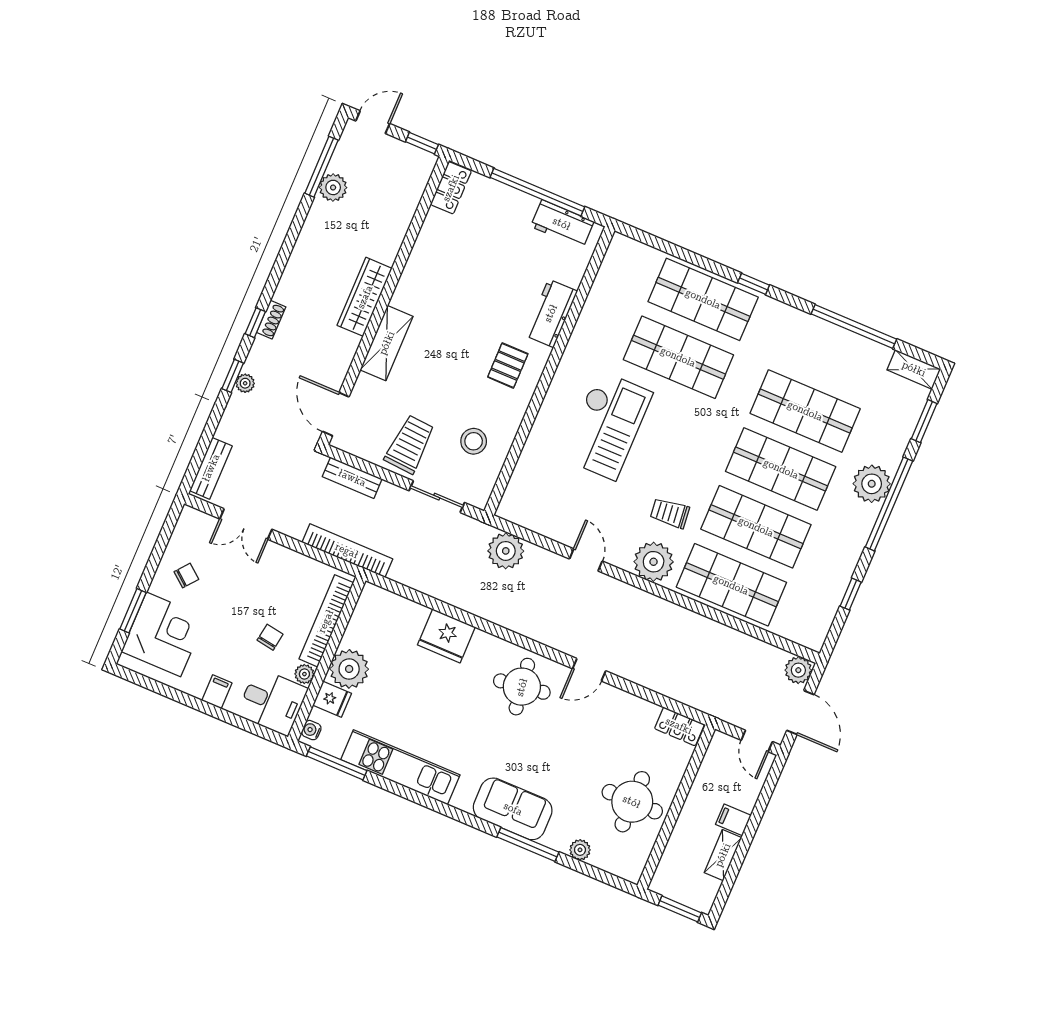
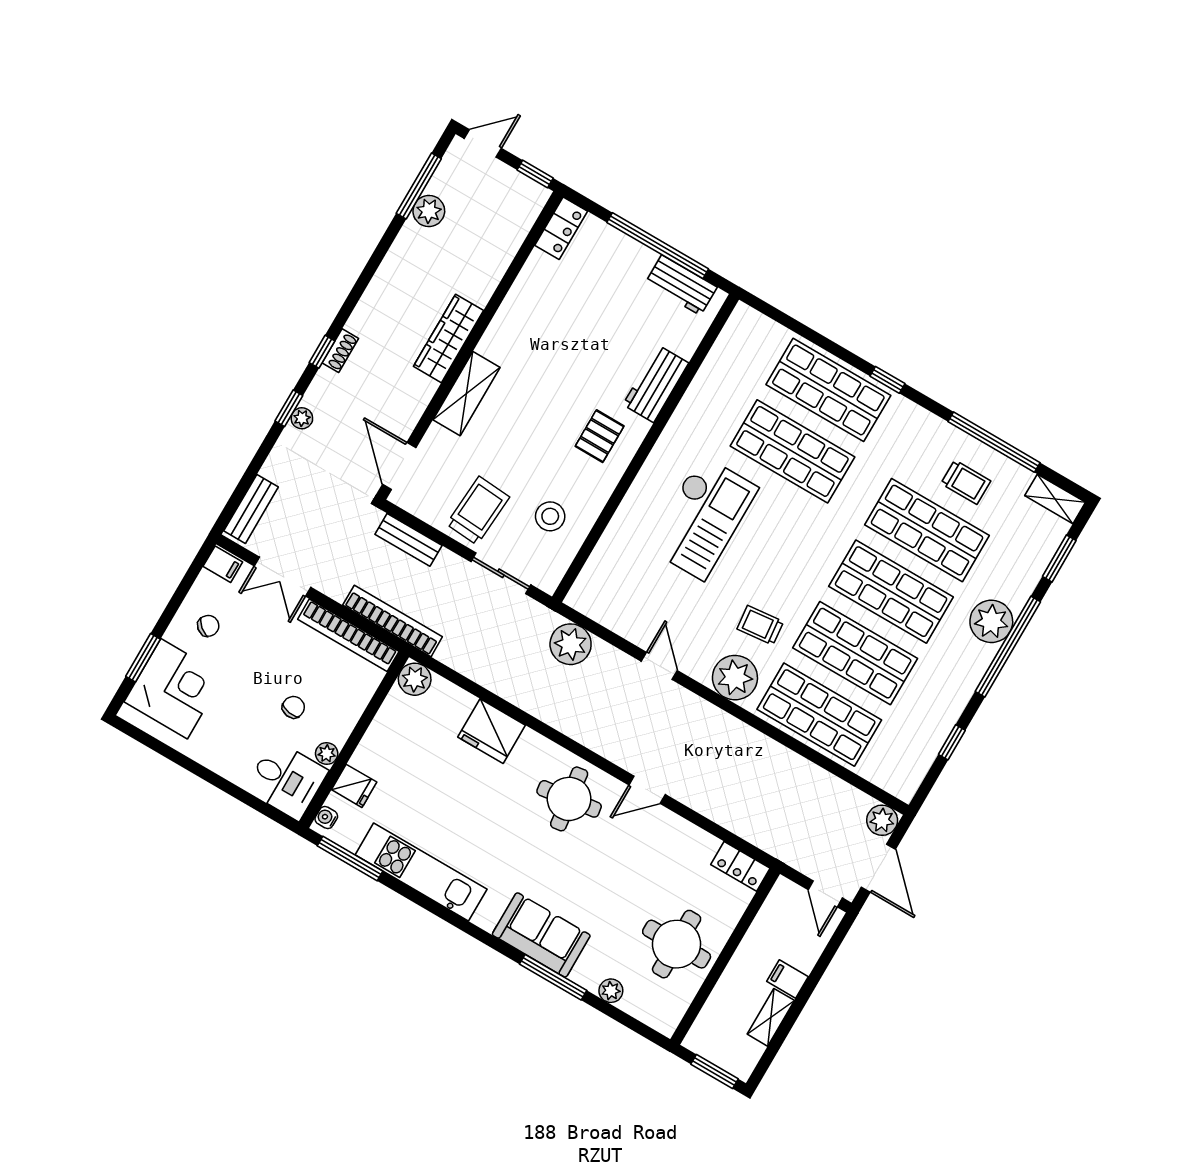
trolley: (834, 365) -> (966, 482), added
bookcase: (326, 621) -> (348, 635), moved, turned -90
plant: (349, 669) -> (415, 679), moved, width x0.73, depth x0.73
filing cabinet: (217, 692) -> (223, 564), moved, turned 90

